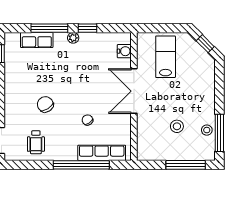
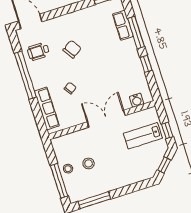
window: (168, 28) -> (167, 130), added
plant: (73, 38) -> (134, 55), removed
lab bench: (166, 57) -> (143, 136), turned 180
stool: (207, 130) -> (68, 169), moved
window: (81, 165) -> (25, 75), moved

